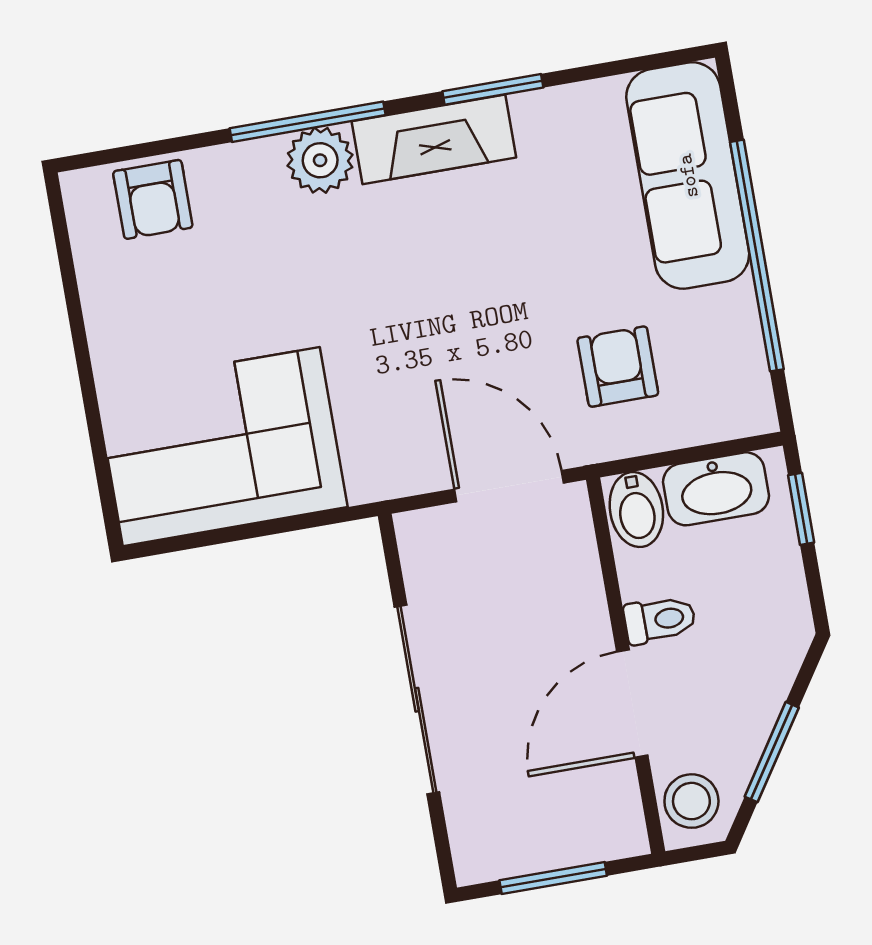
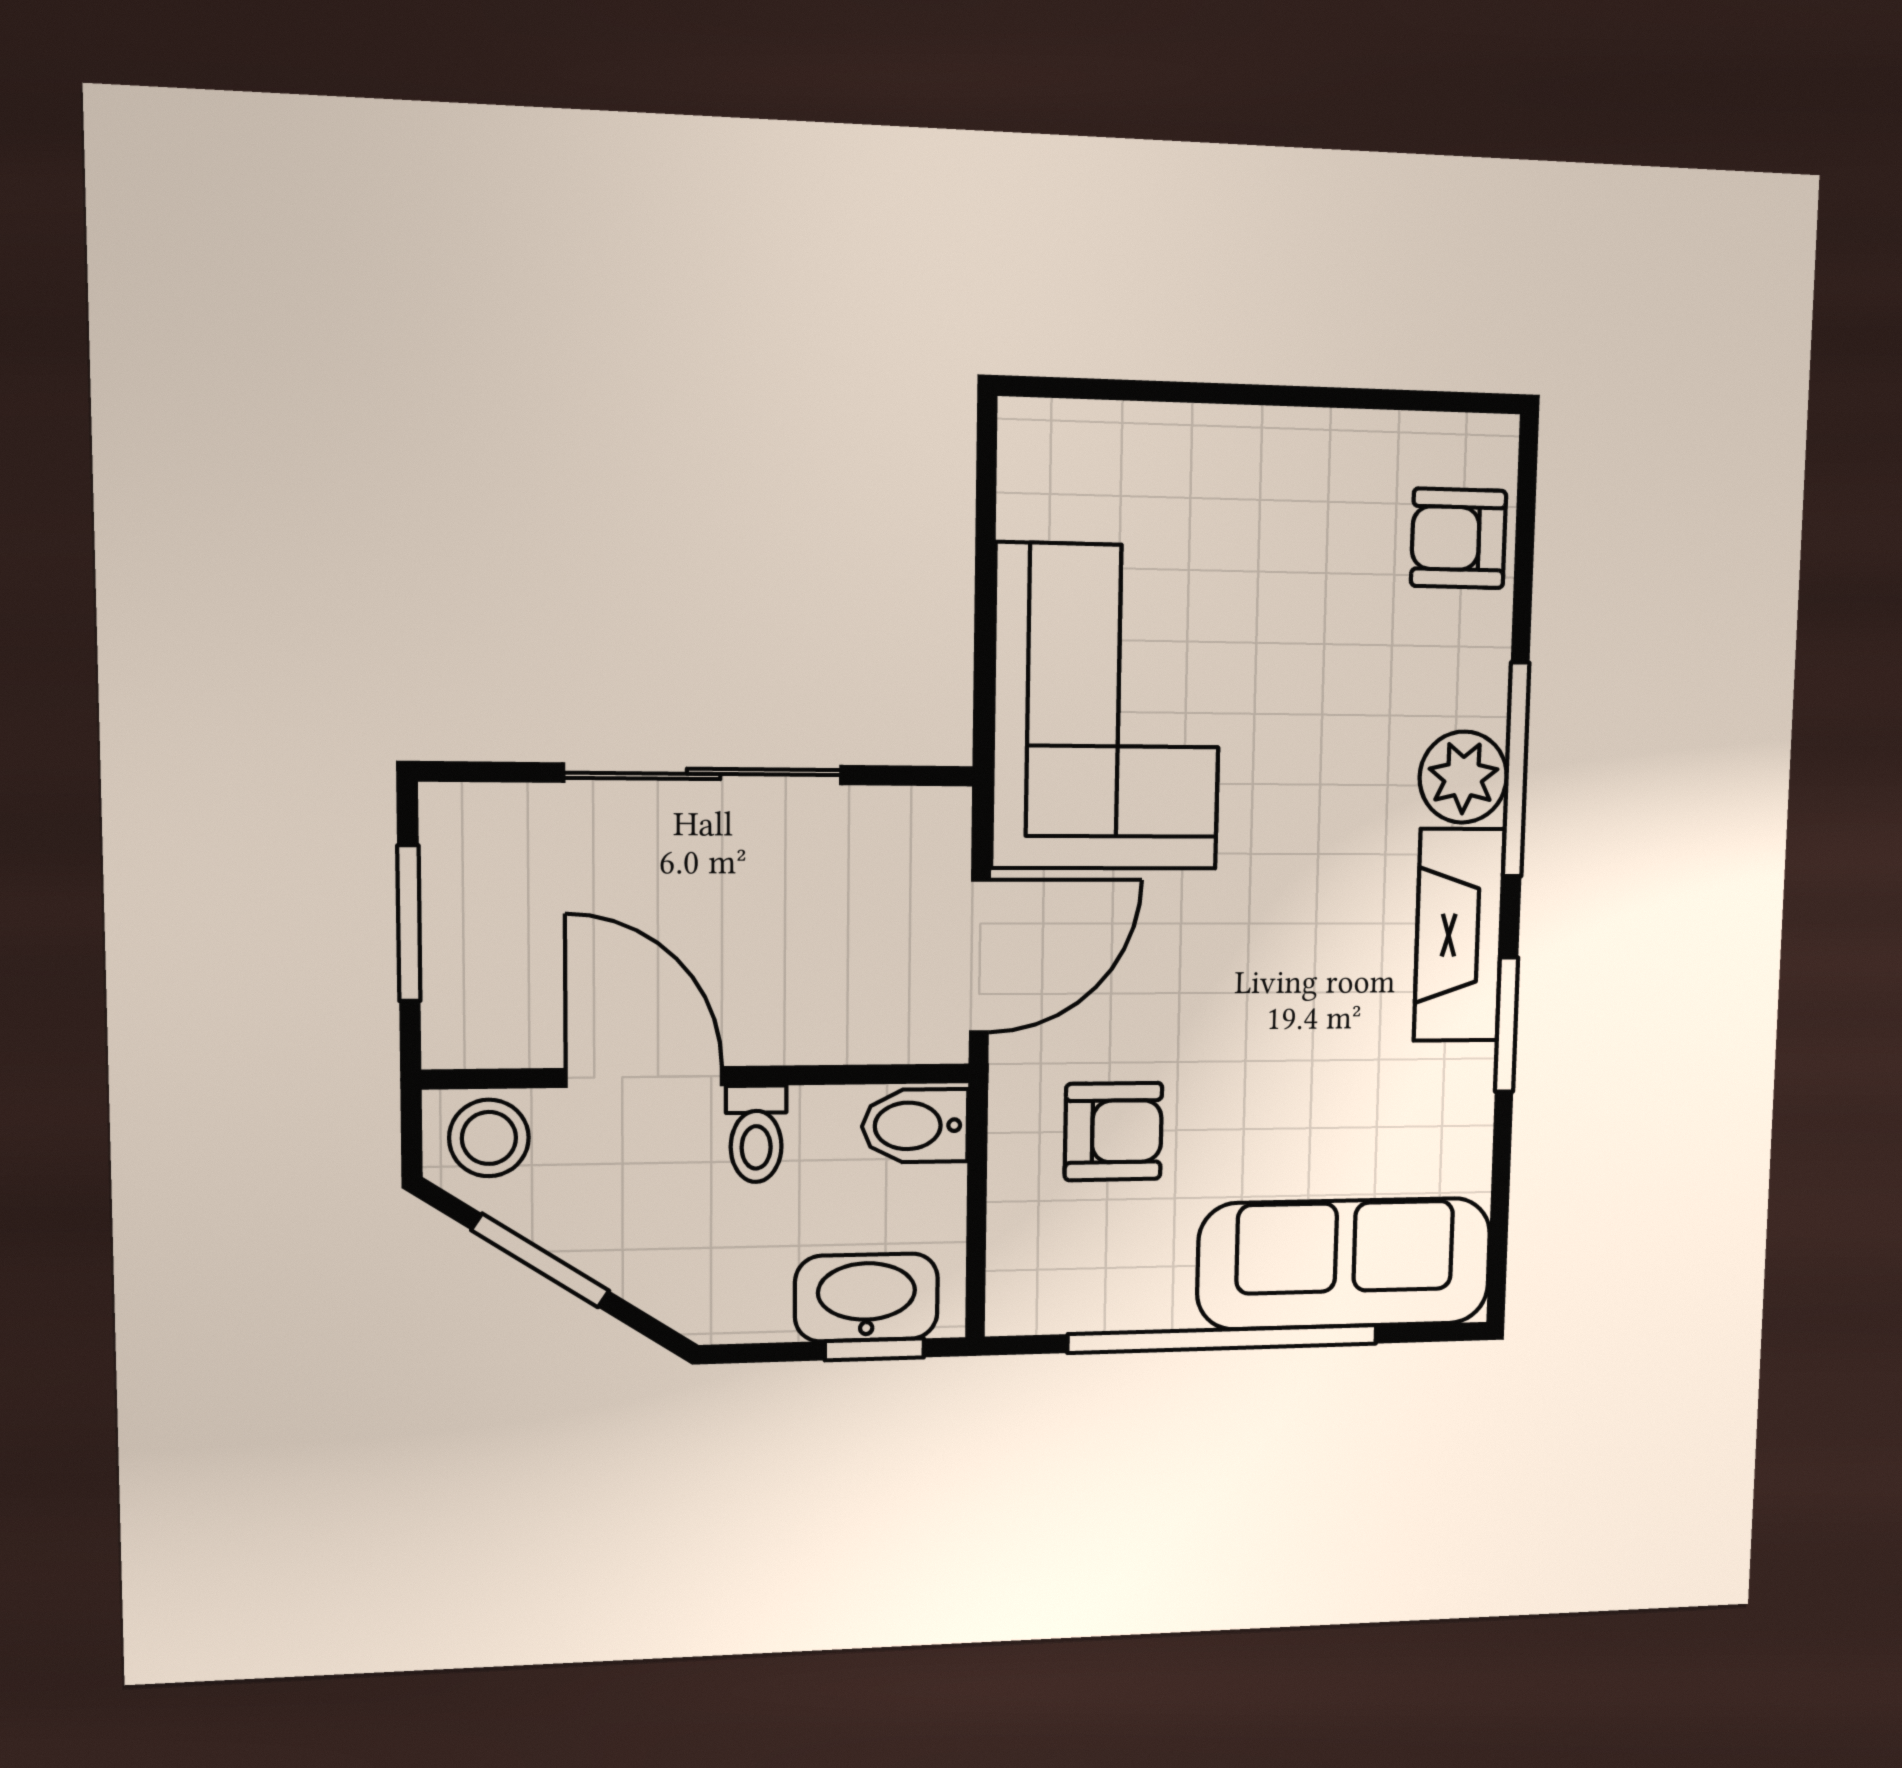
corner sofa: (221, 447) -> (1107, 707), moved
washbasin: (716, 489) -> (866, 1297), moved, turned 90

